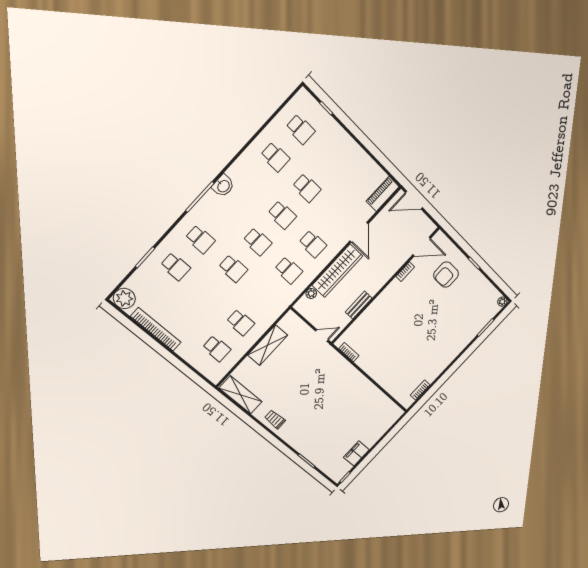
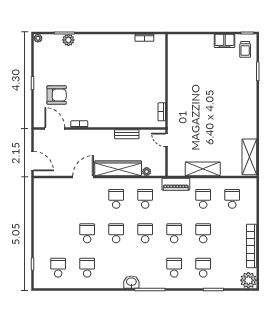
piano: (383, 194) -> (176, 184), moved
school desk: (209, 295) -> (203, 233), added
plant: (477, 326) -> (68, 40), added
trolley: (275, 419) -> (245, 49), moved

